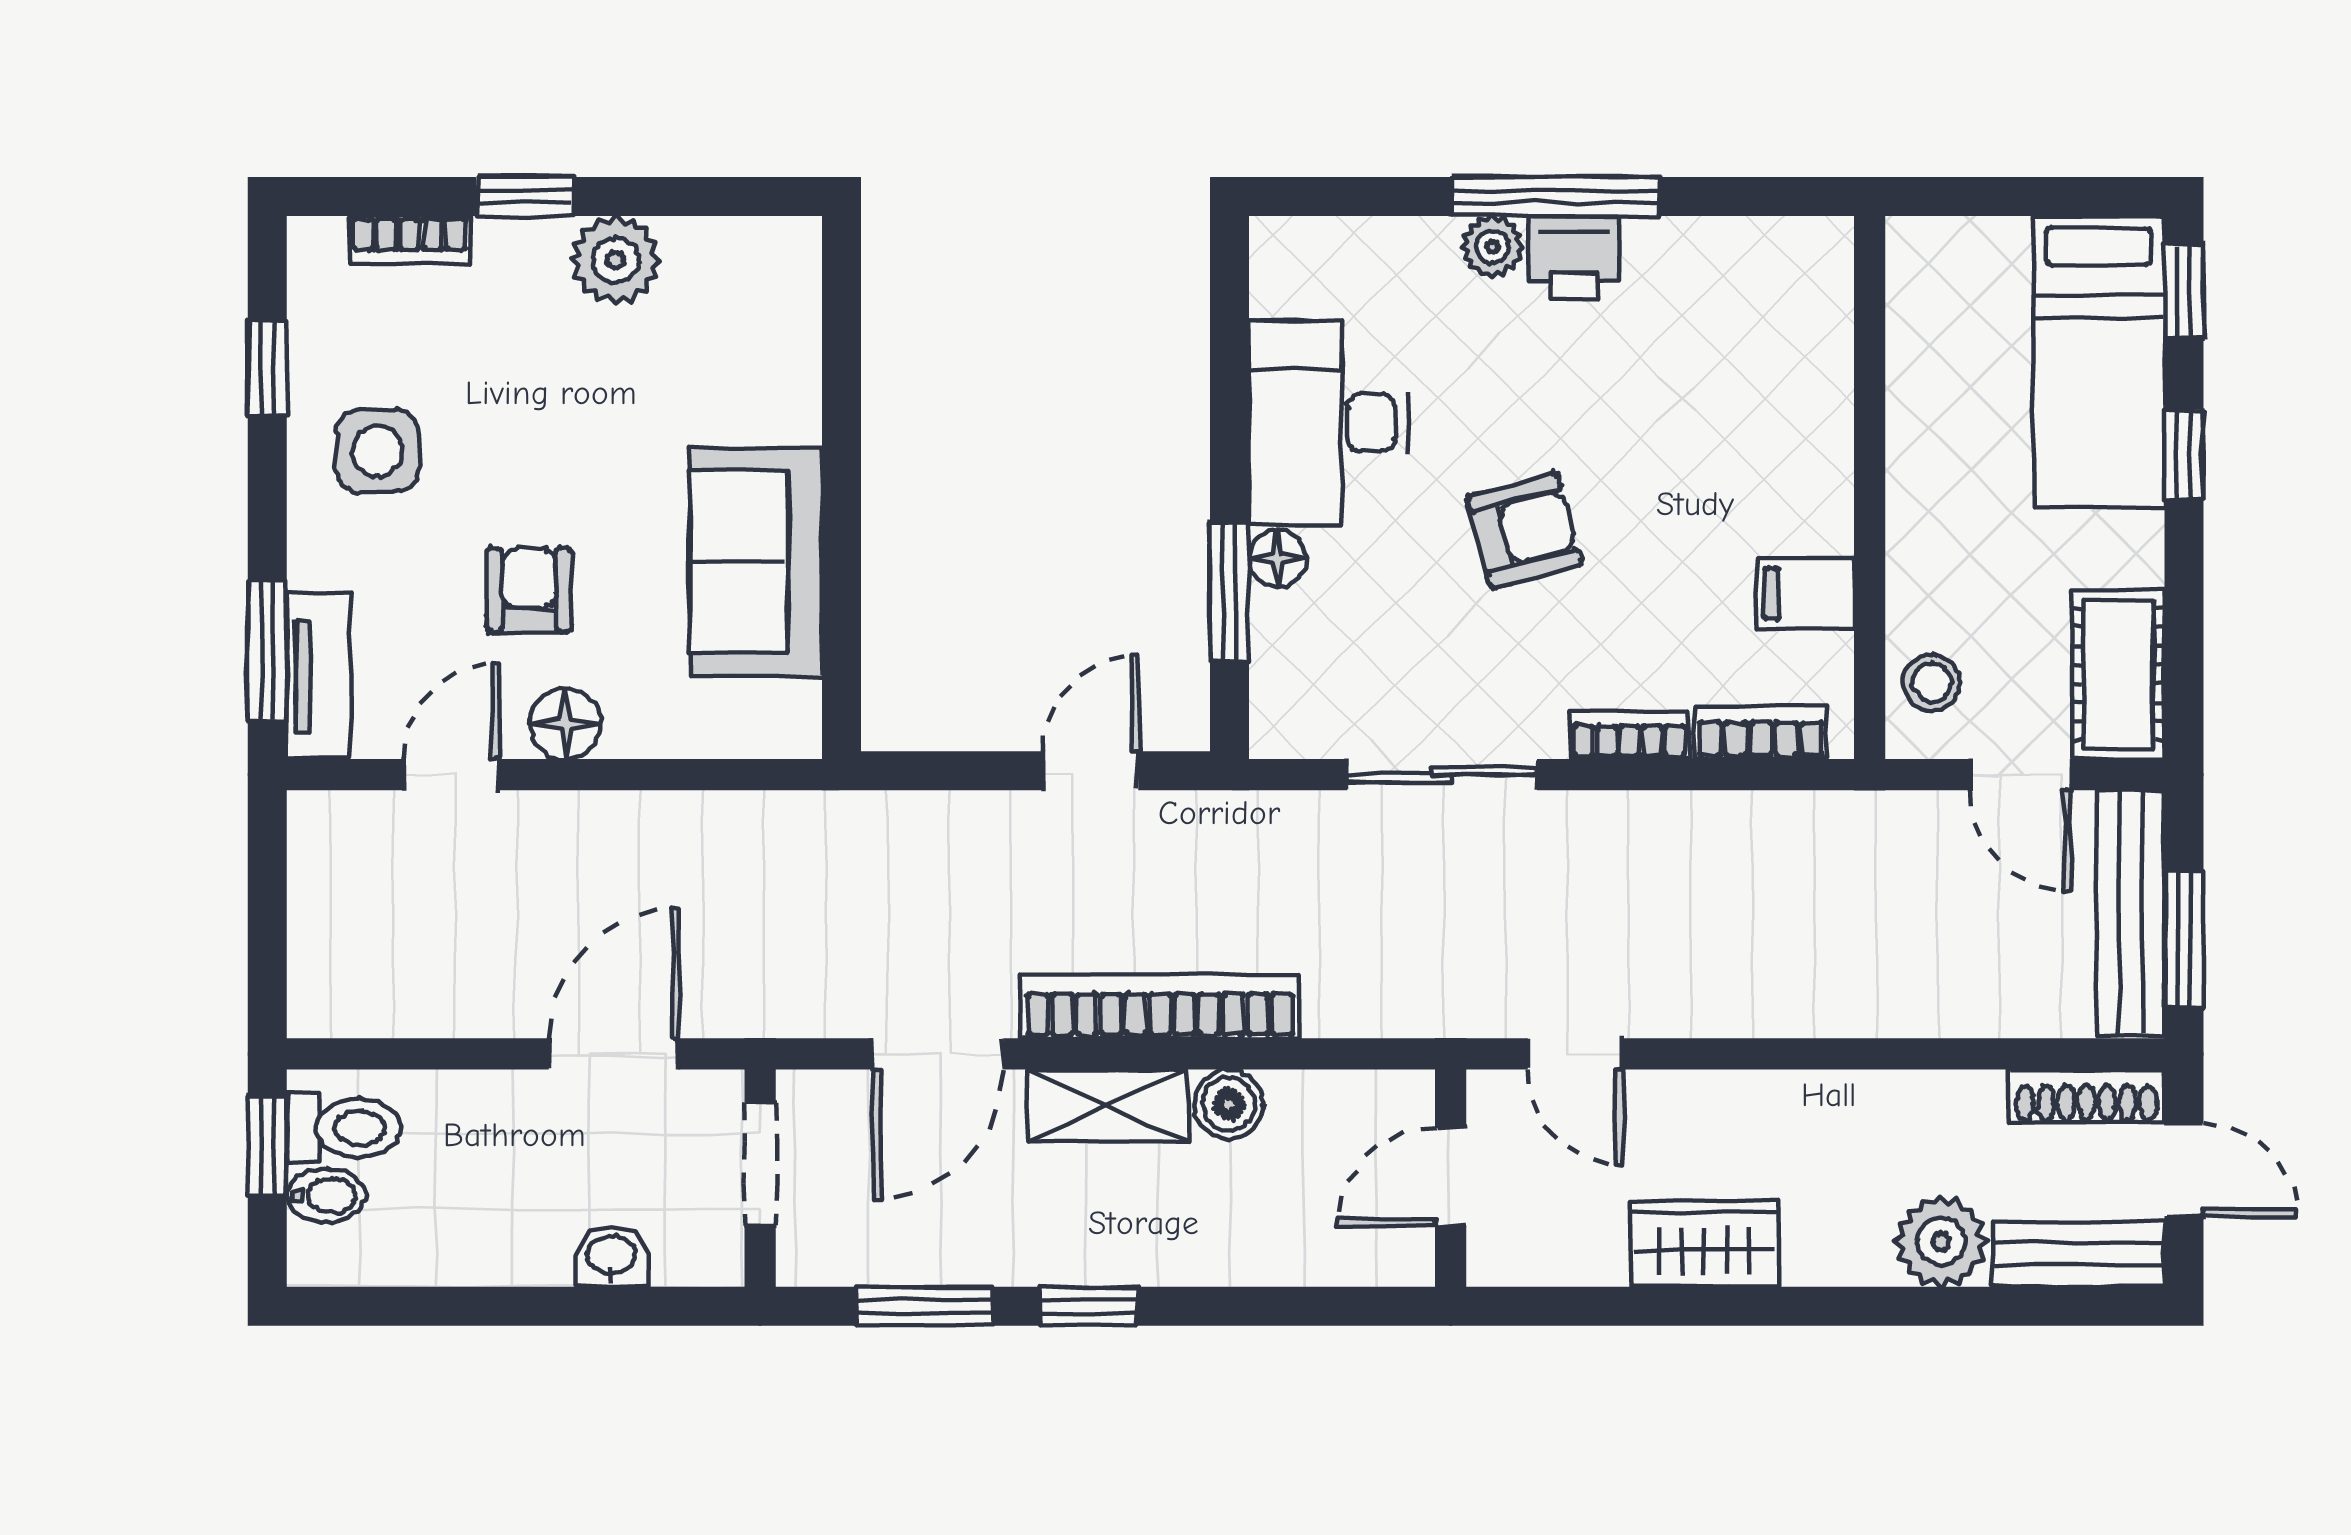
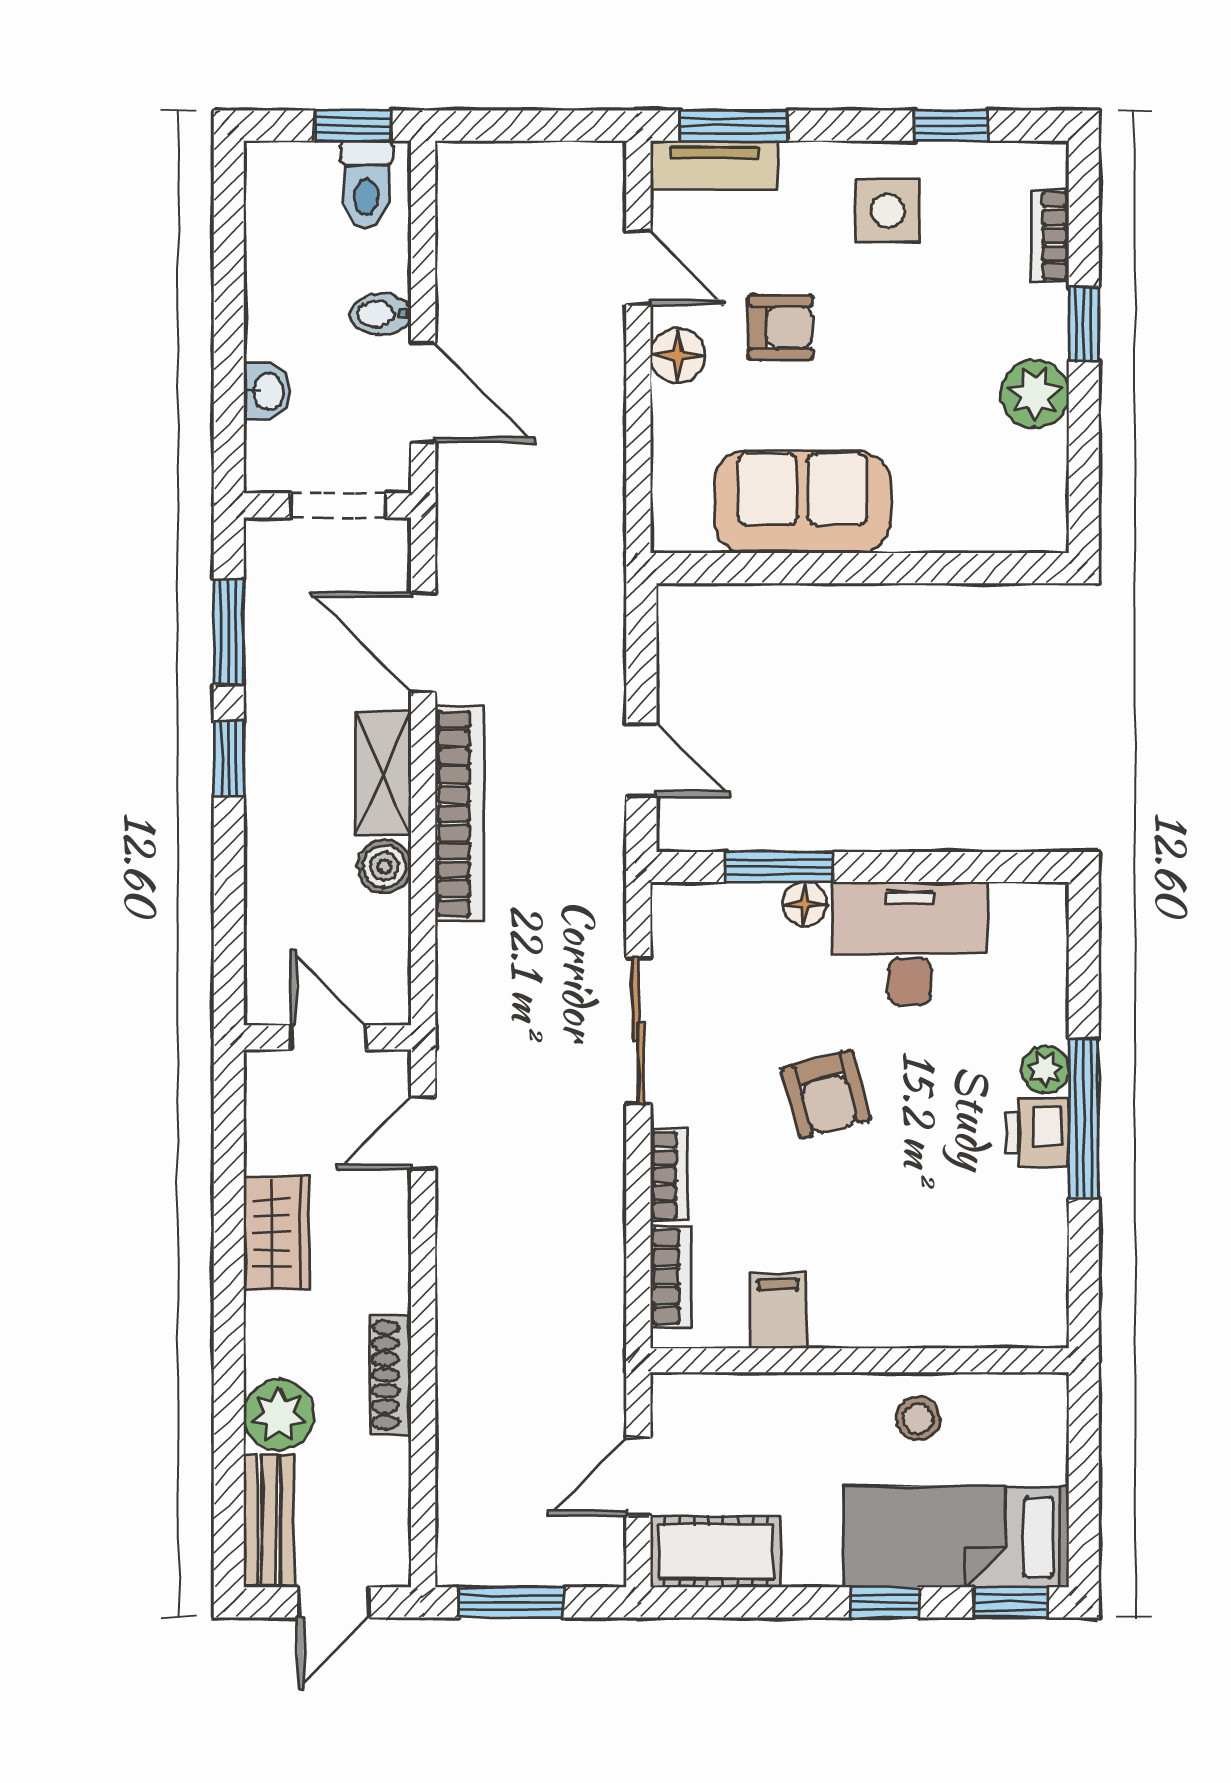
stool: (1932, 683) -> (918, 1419), moved
bench: (2130, 913) -> (532, 1561), removed
shoe rack: (2087, 1096) -> (391, 1375), moved
bidet: (326, 1196) -> (381, 314), moved, turned 90

